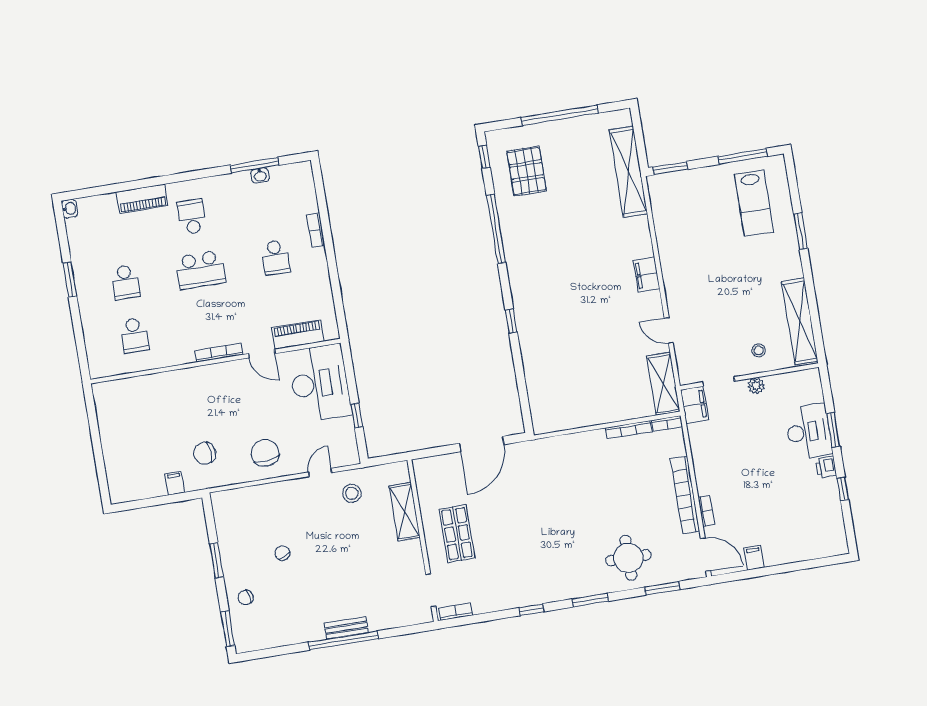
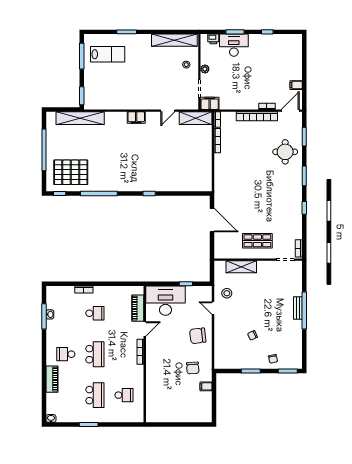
pallet: (527, 171) -> (71, 172), width x1.37, depth x1.41
school desk: (126, 282) -> (95, 395), width x1.85
printer: (826, 467) -> (213, 39), moved

